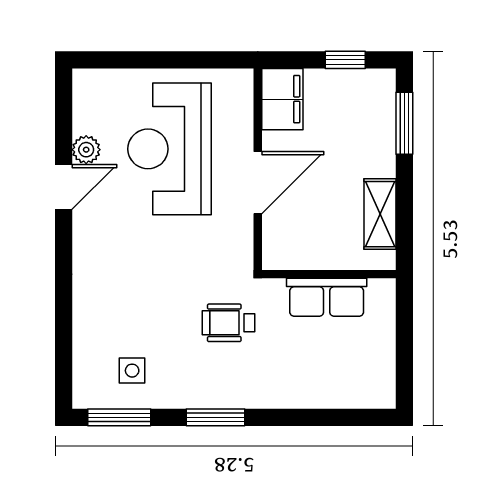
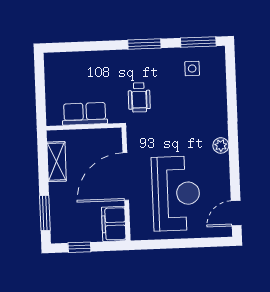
plant: (86, 150) -> (221, 145), moved
door: (258, 183) -> (126, 177), width x1.36
door: (64, 187) -> (236, 213), moved
wheelchair: (228, 323) -> (139, 97), turned 90

